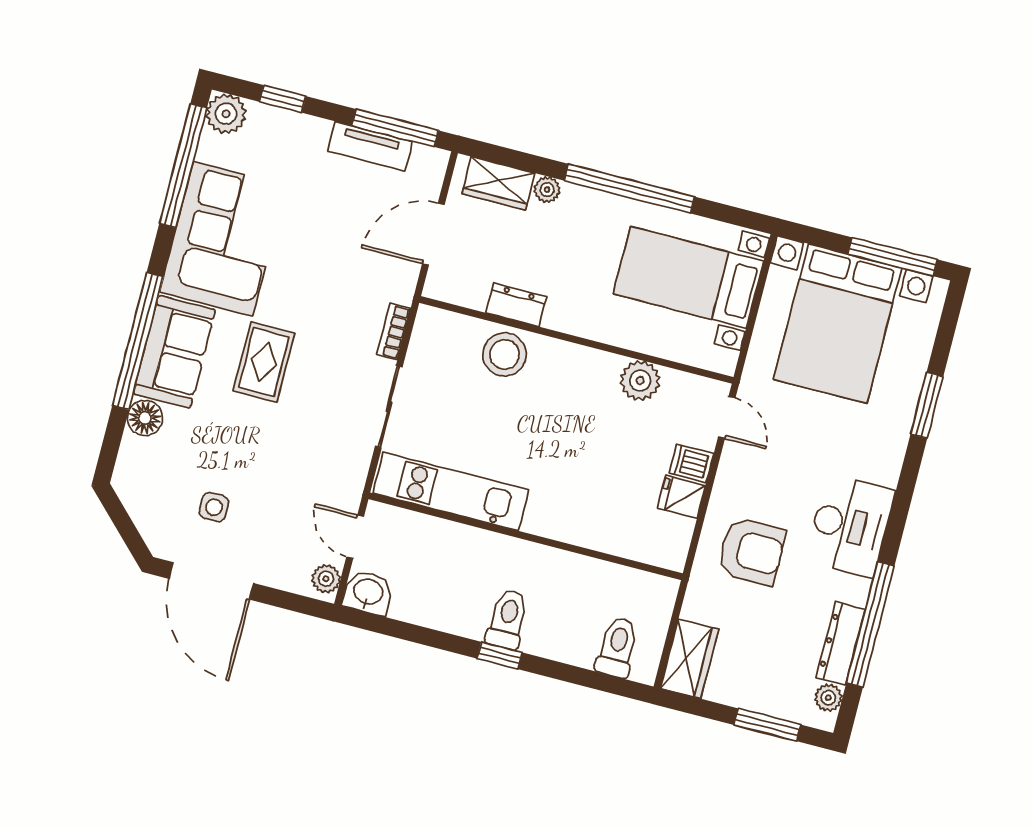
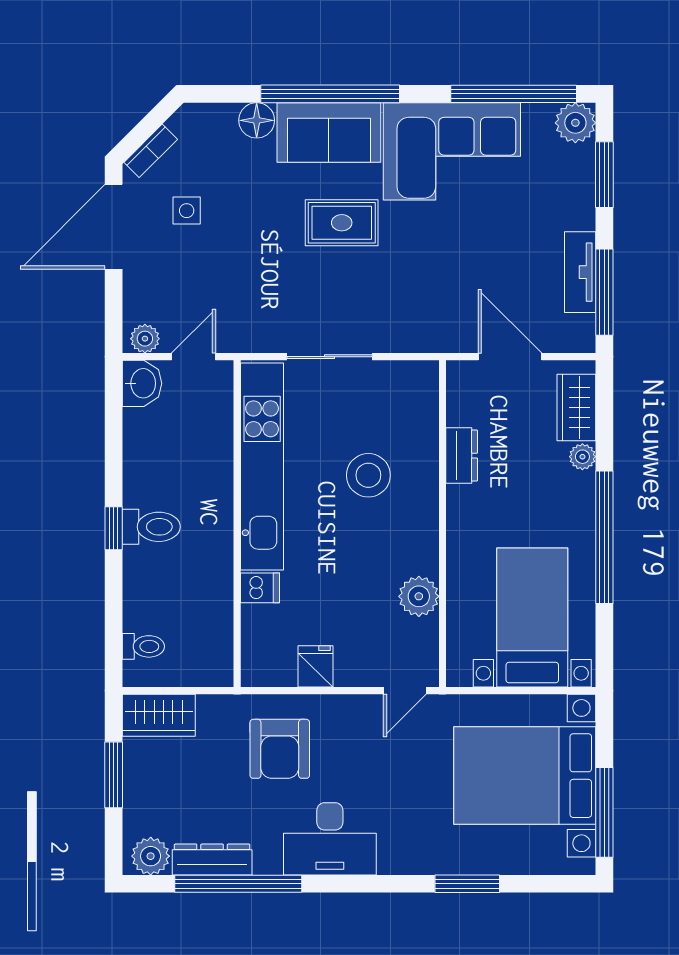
window: (283, 99) -> (604, 175), width x1.50
bookcase: (394, 332) -> (151, 151), moved, turned 135
stool: (505, 354) -> (368, 475), moved
dishwasher: (692, 463) -> (260, 588), moved, turned 90
kitchen unit: (451, 492) -> (262, 466), width x1.36
toilet: (617, 647) -> (143, 646), width x0.73, depth x0.72
plant: (828, 698) -> (151, 856), width x1.38, depth x1.38
window: (767, 725) -> (114, 775), moved

